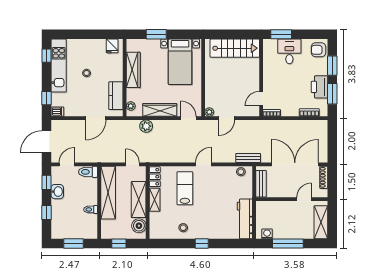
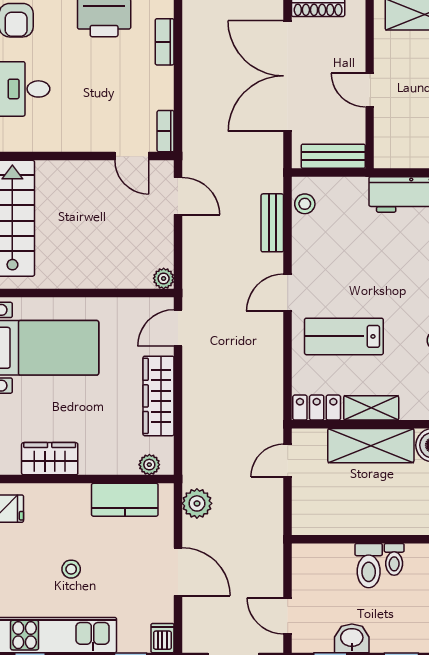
wardrobe: (133, 70) -> (50, 459), width x0.67
door: (96, 118) -> (178, 572), moved
door: (227, 118) -> (178, 196), moved
plant: (146, 126) -> (197, 503), moved
bench: (248, 158) -> (272, 223), moved
door: (203, 164) -> (288, 293), hinge flipped
toilet: (88, 172) -> (369, 566), moved
shelving: (108, 193) -> (354, 518), removed
door: (304, 199) -> (370, 90), moved

